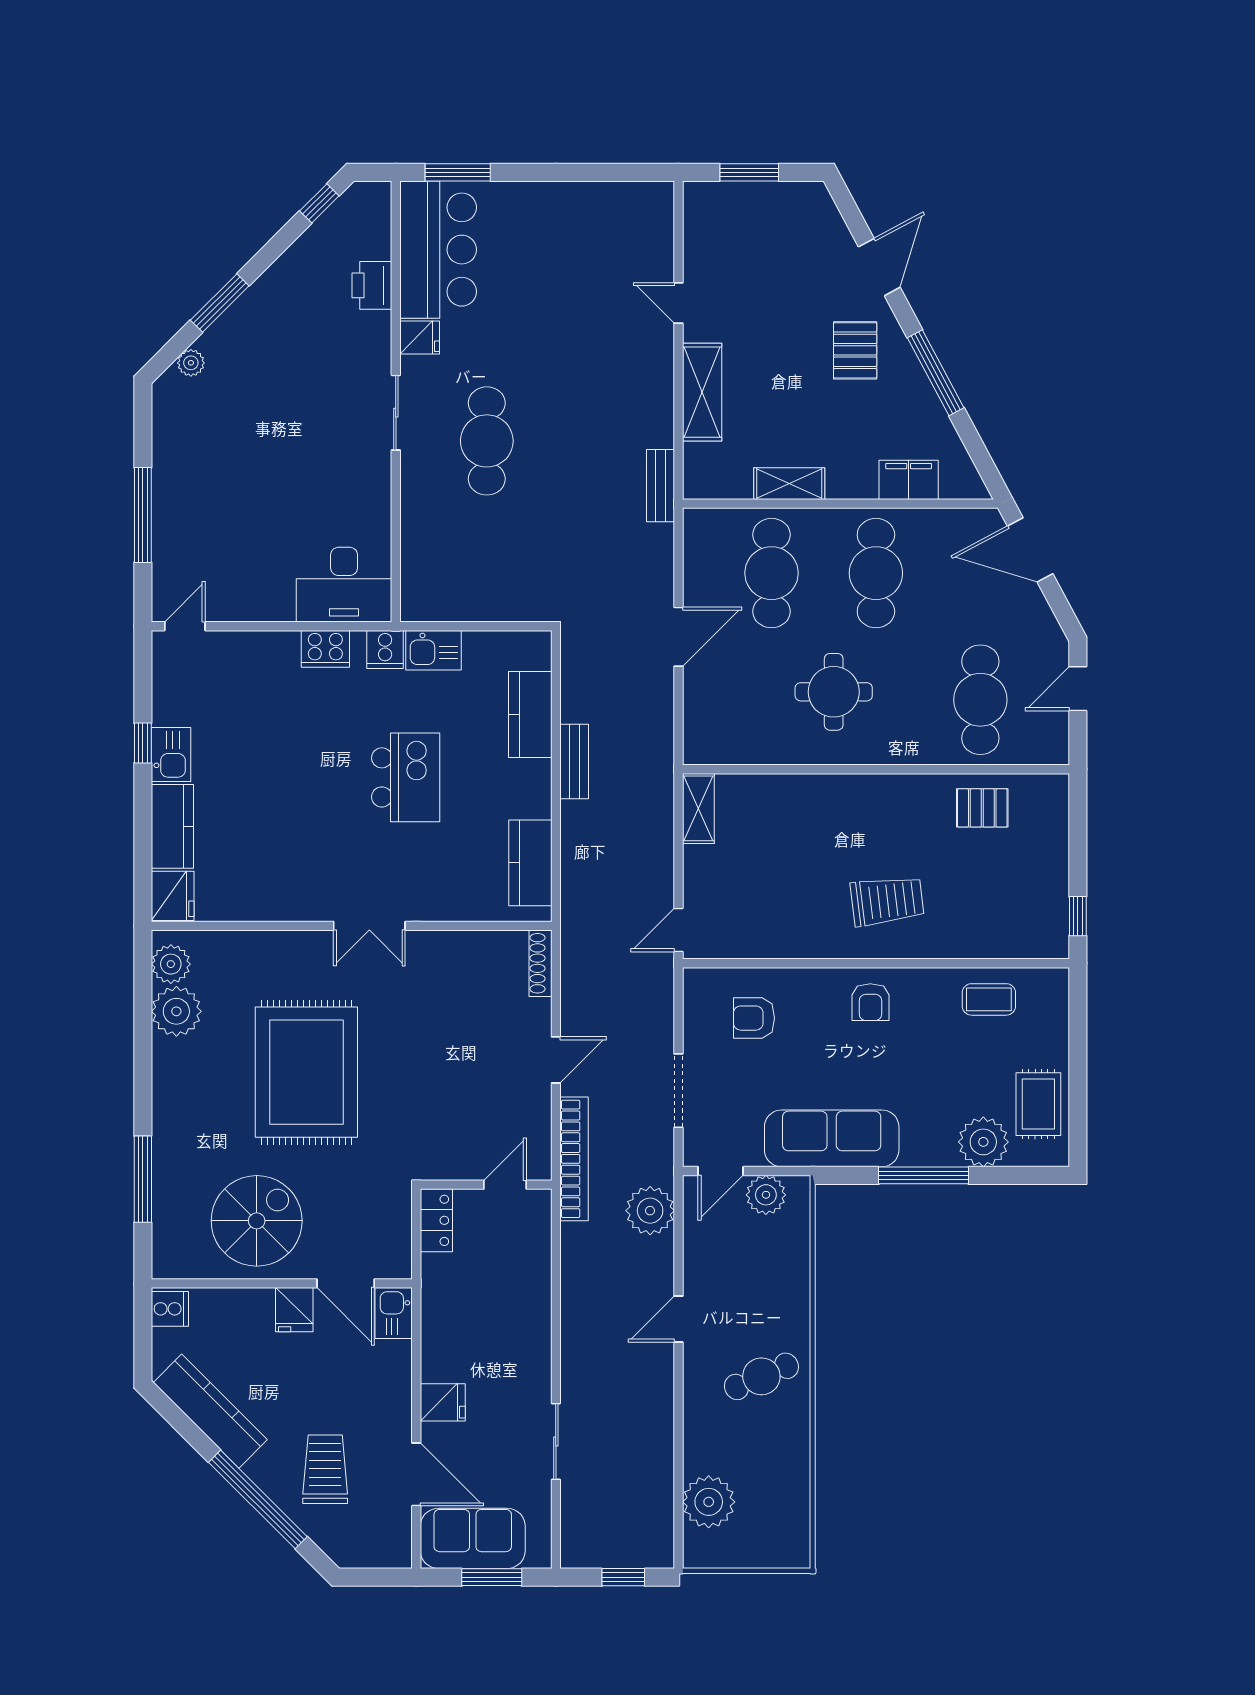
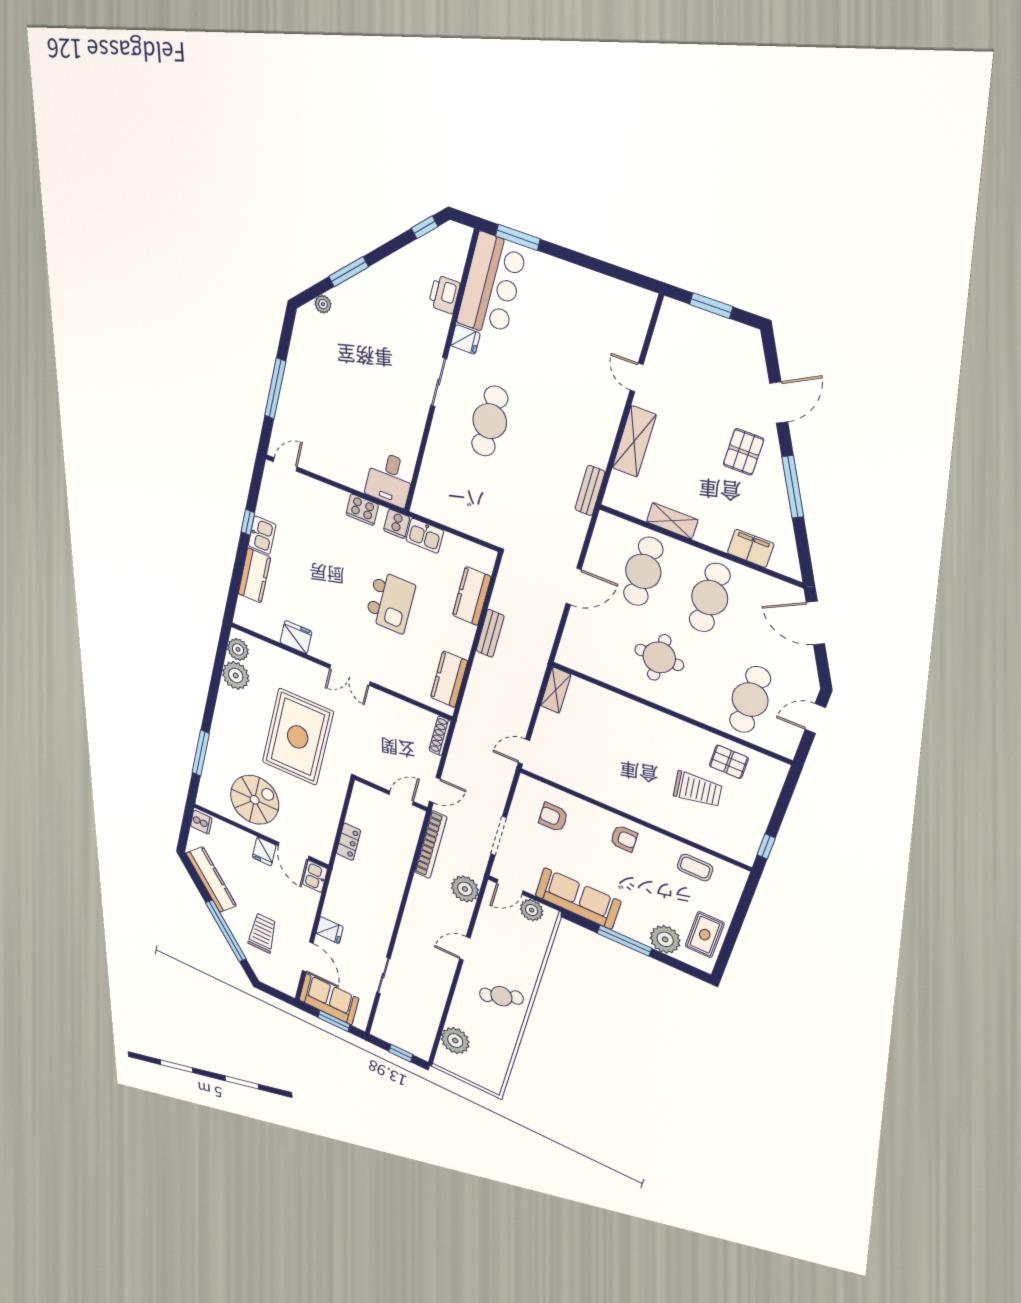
desk: (344, 585) -> (390, 479), width x0.73
fridge: (173, 896) -> (296, 637), moved, turned -90
trolley: (887, 901) -> (698, 789), moved
armchair: (870, 1002) -> (624, 838), turned -90
wall: (486, 1185) -> (391, 793), moved
door: (505, 1185) -> (401, 798), moved

